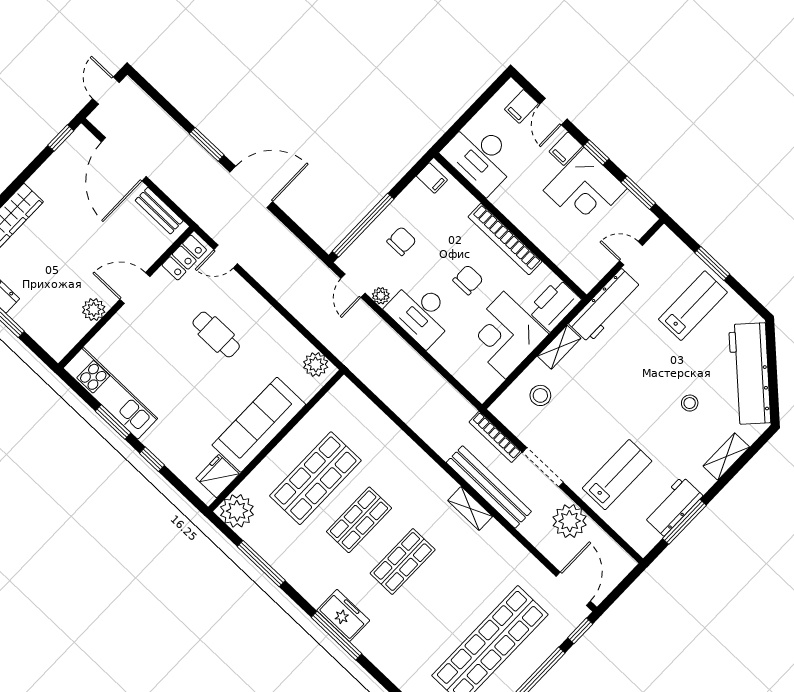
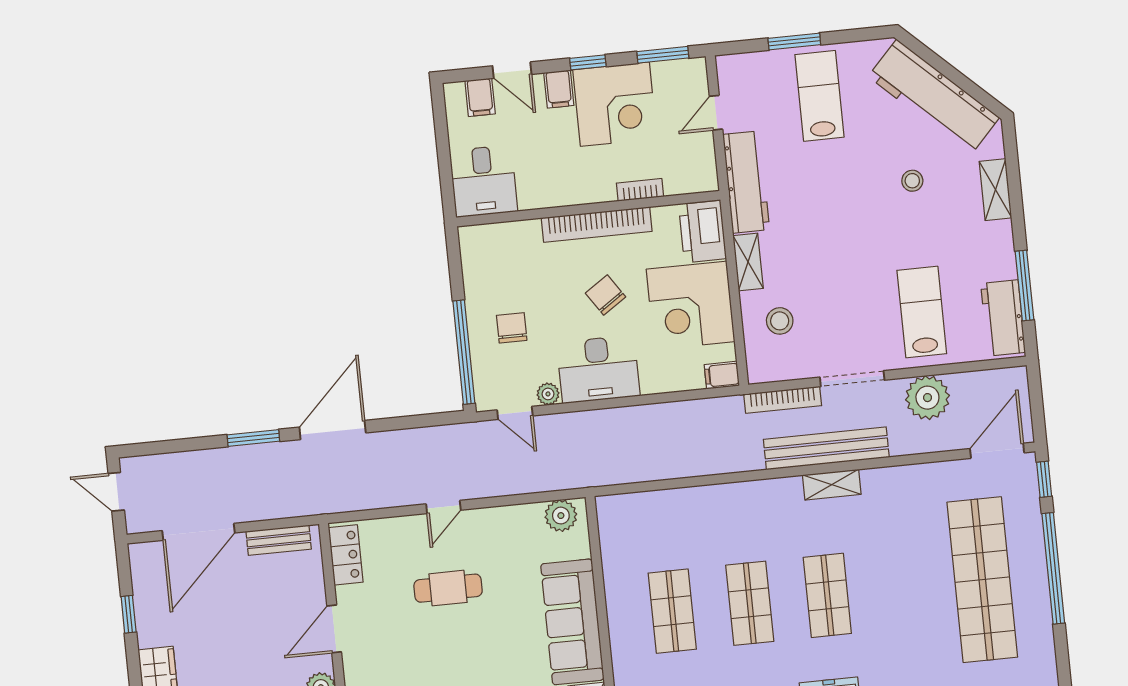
window: (61, 138) -> (129, 614), moved
desk: (480, 157) -> (484, 181), width x0.73
door: (124, 159) -> (199, 532), hinge flipped
filing cabinet: (432, 178) -> (722, 375), moved, turned 180
bookcase: (547, 247) -> (640, 190), added
door: (226, 257) -> (443, 507), moved
chair: (468, 280) -> (606, 295), turned -34
shop shelf: (315, 478) -> (672, 611), width x0.70, depth x0.74
workbench: (673, 506) -> (1003, 318), moved
door: (573, 589) -> (997, 451), hinge flipped

